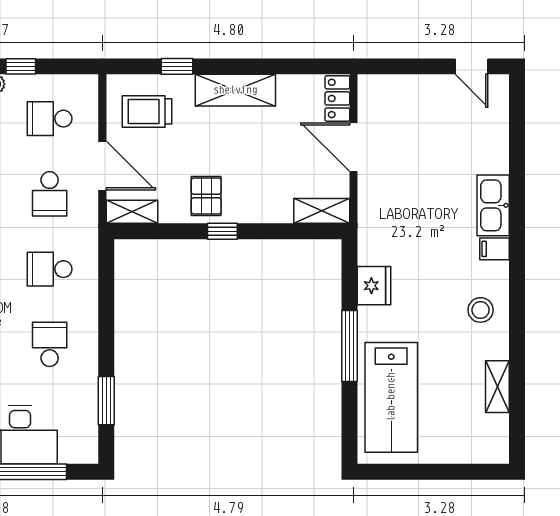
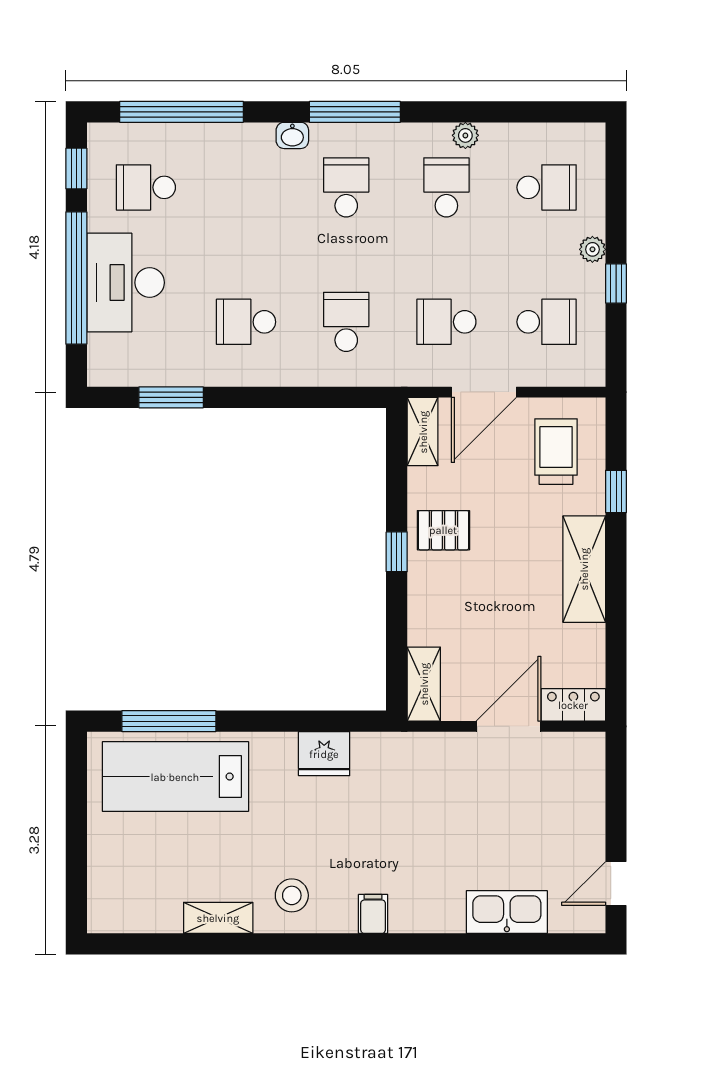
school desk: (50, 119) -> (547, 322), turned 90
kitchen sink: (493, 205) -> (507, 912), moved
school desk: (50, 344) -> (246, 322), turned 180
window: (350, 346) -> (169, 721), moved
shelving: (497, 387) -> (218, 918), moved

